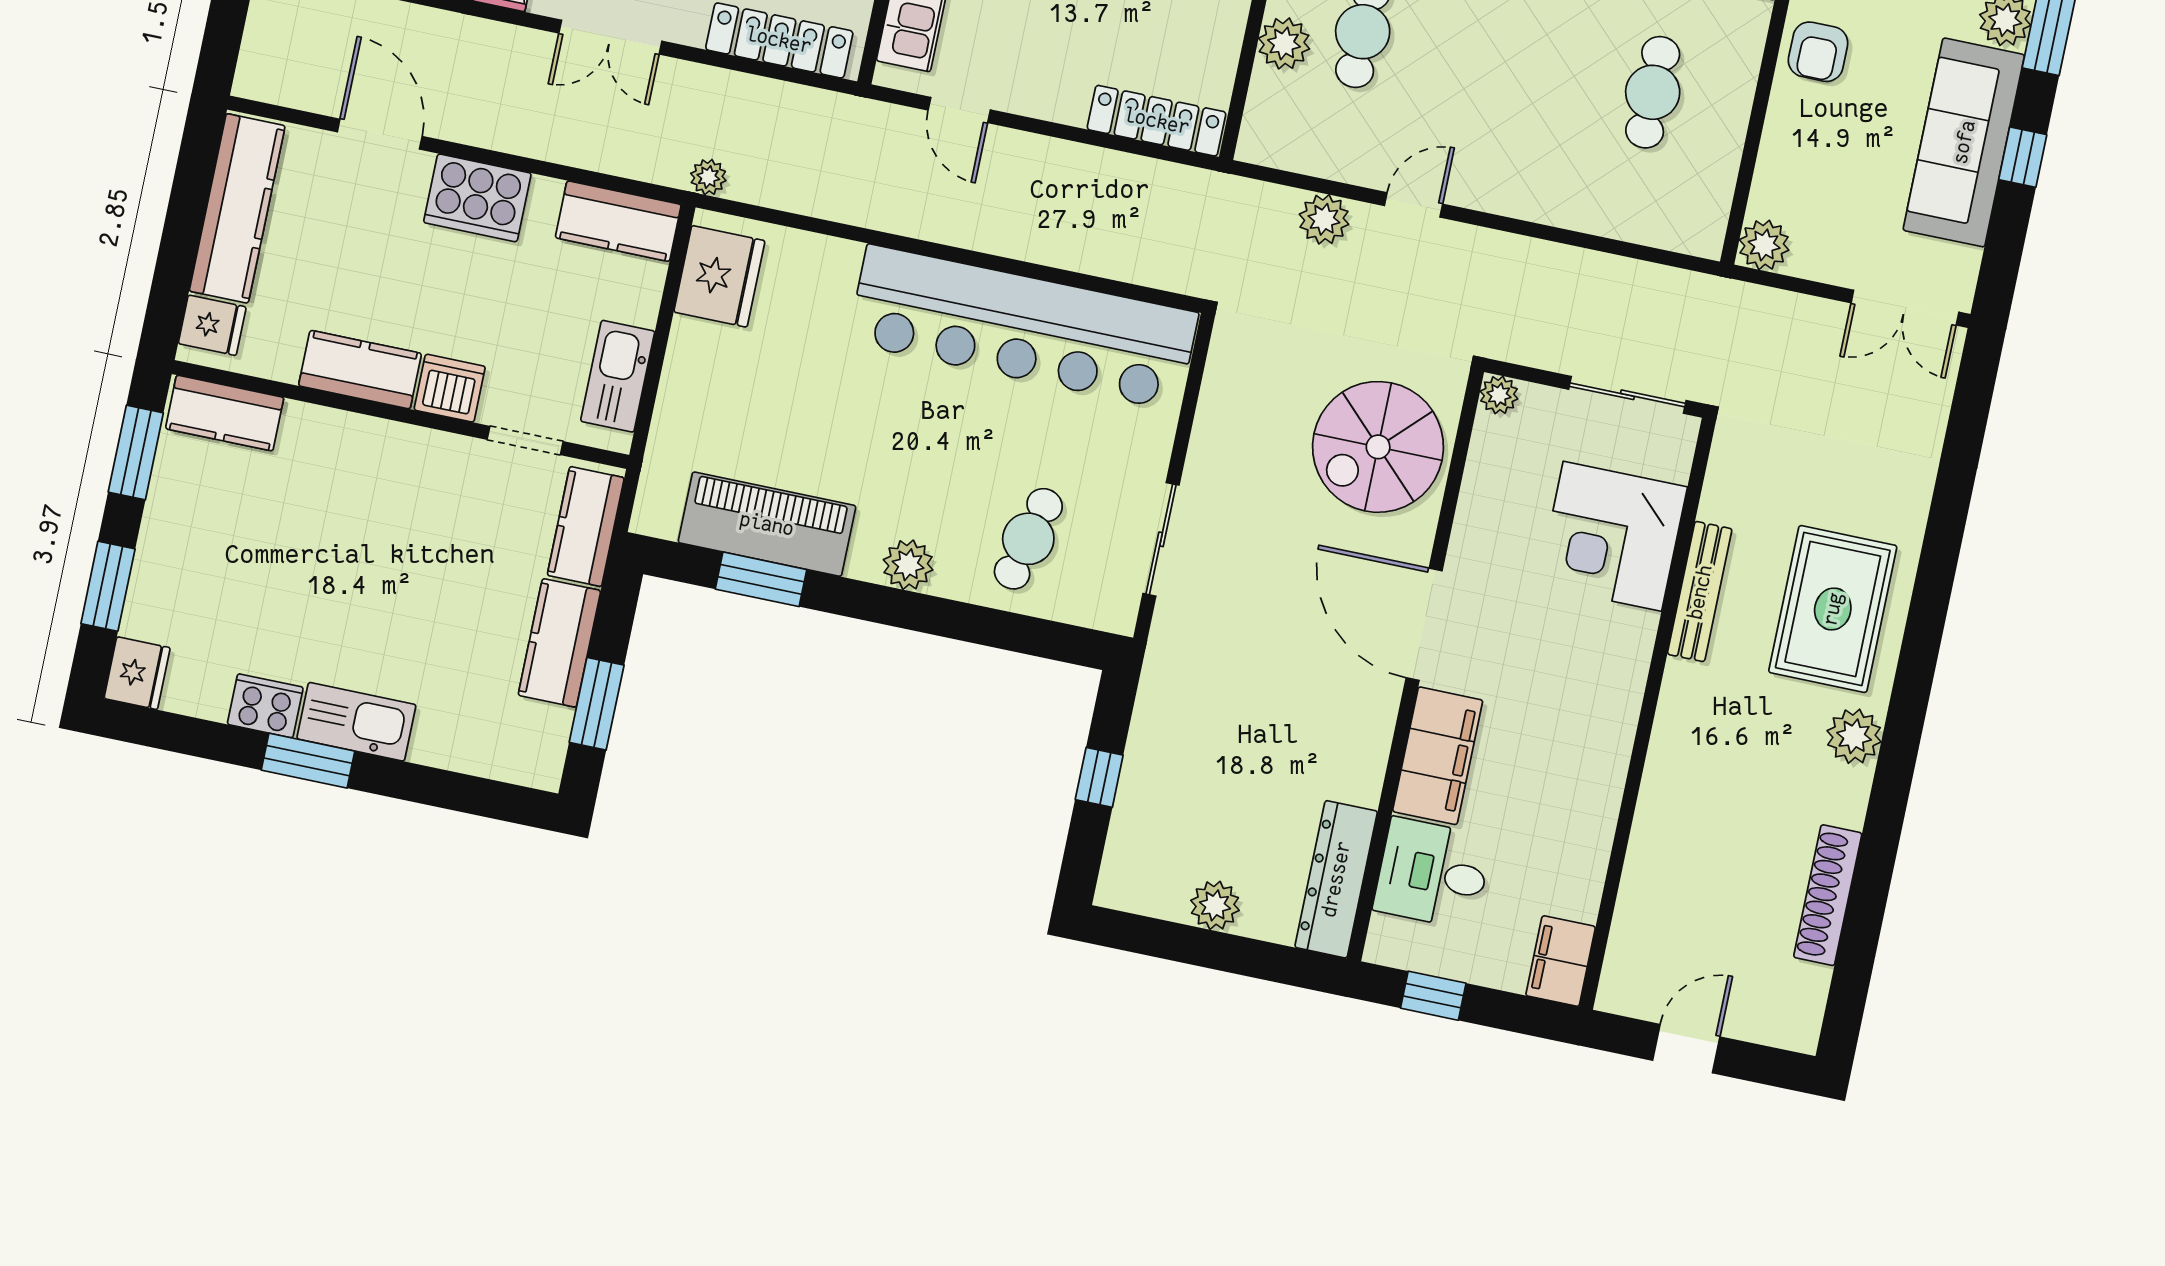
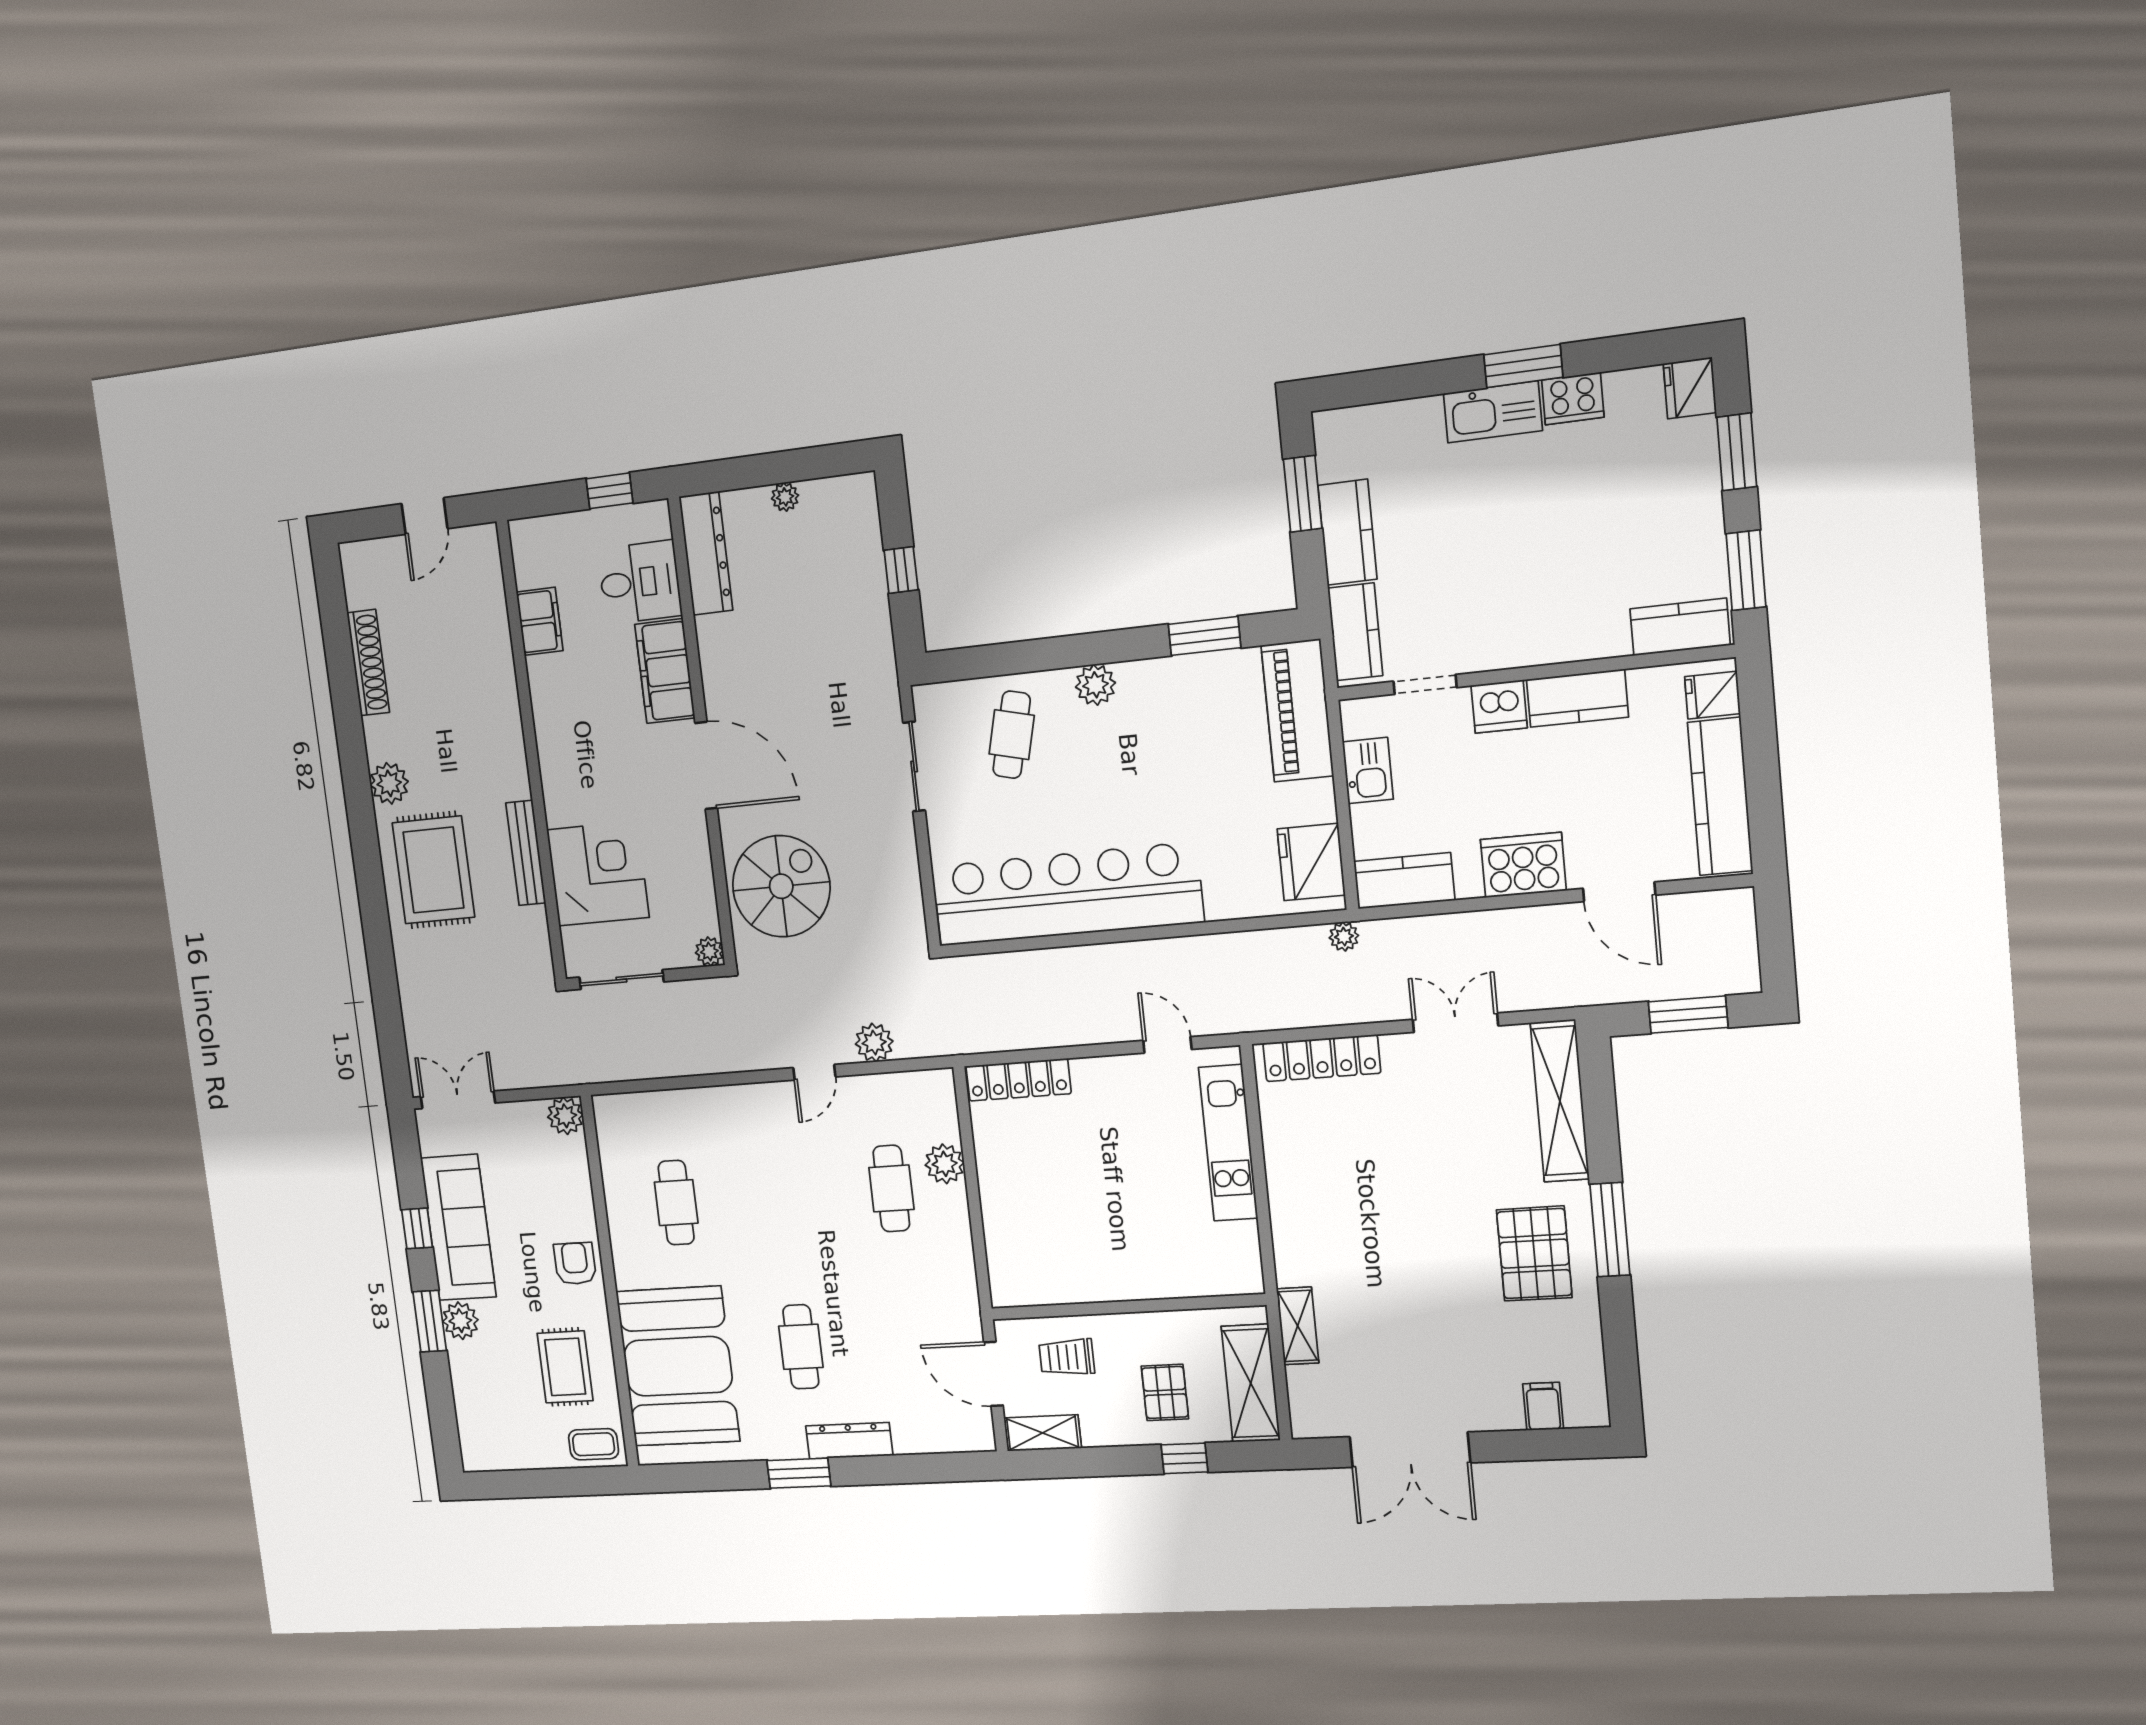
kitchen sink: (618, 376) -> (1368, 770), width x0.73
piano: (767, 524) -> (1297, 711), moved, turned 90
plant: (1215, 905) -> (785, 497), width x0.73, depth x0.73
filing cabinet: (1561, 961) -> (540, 621), moved

